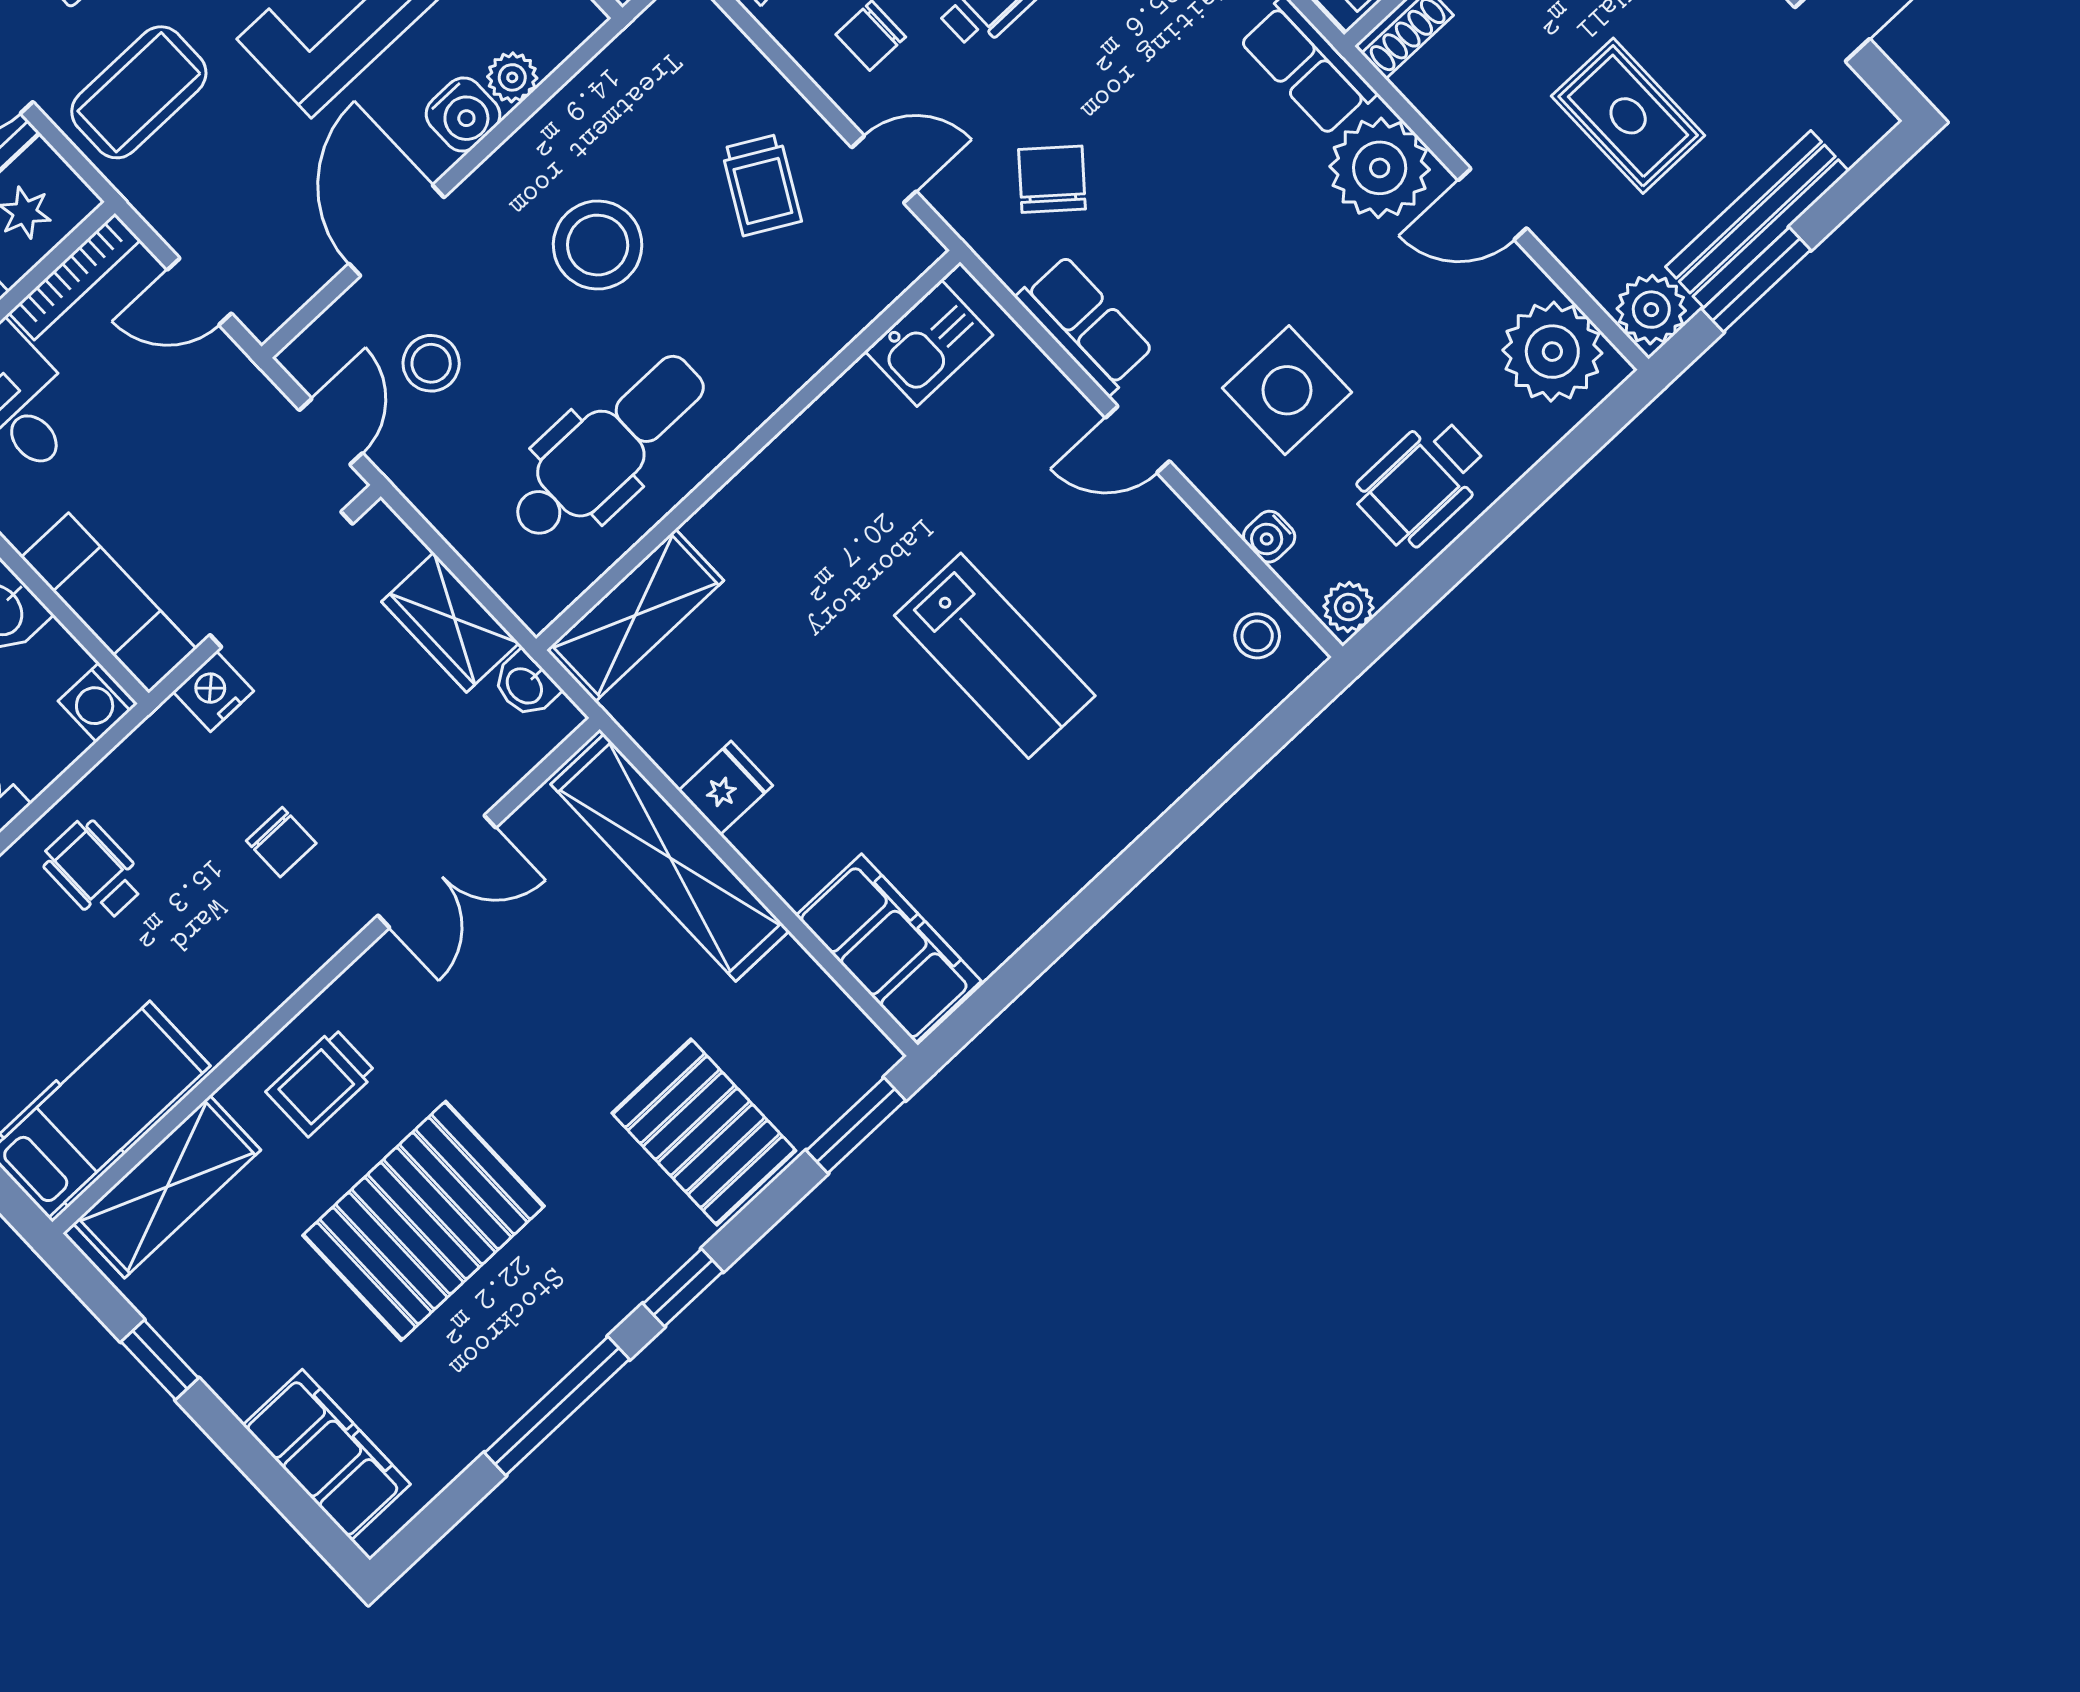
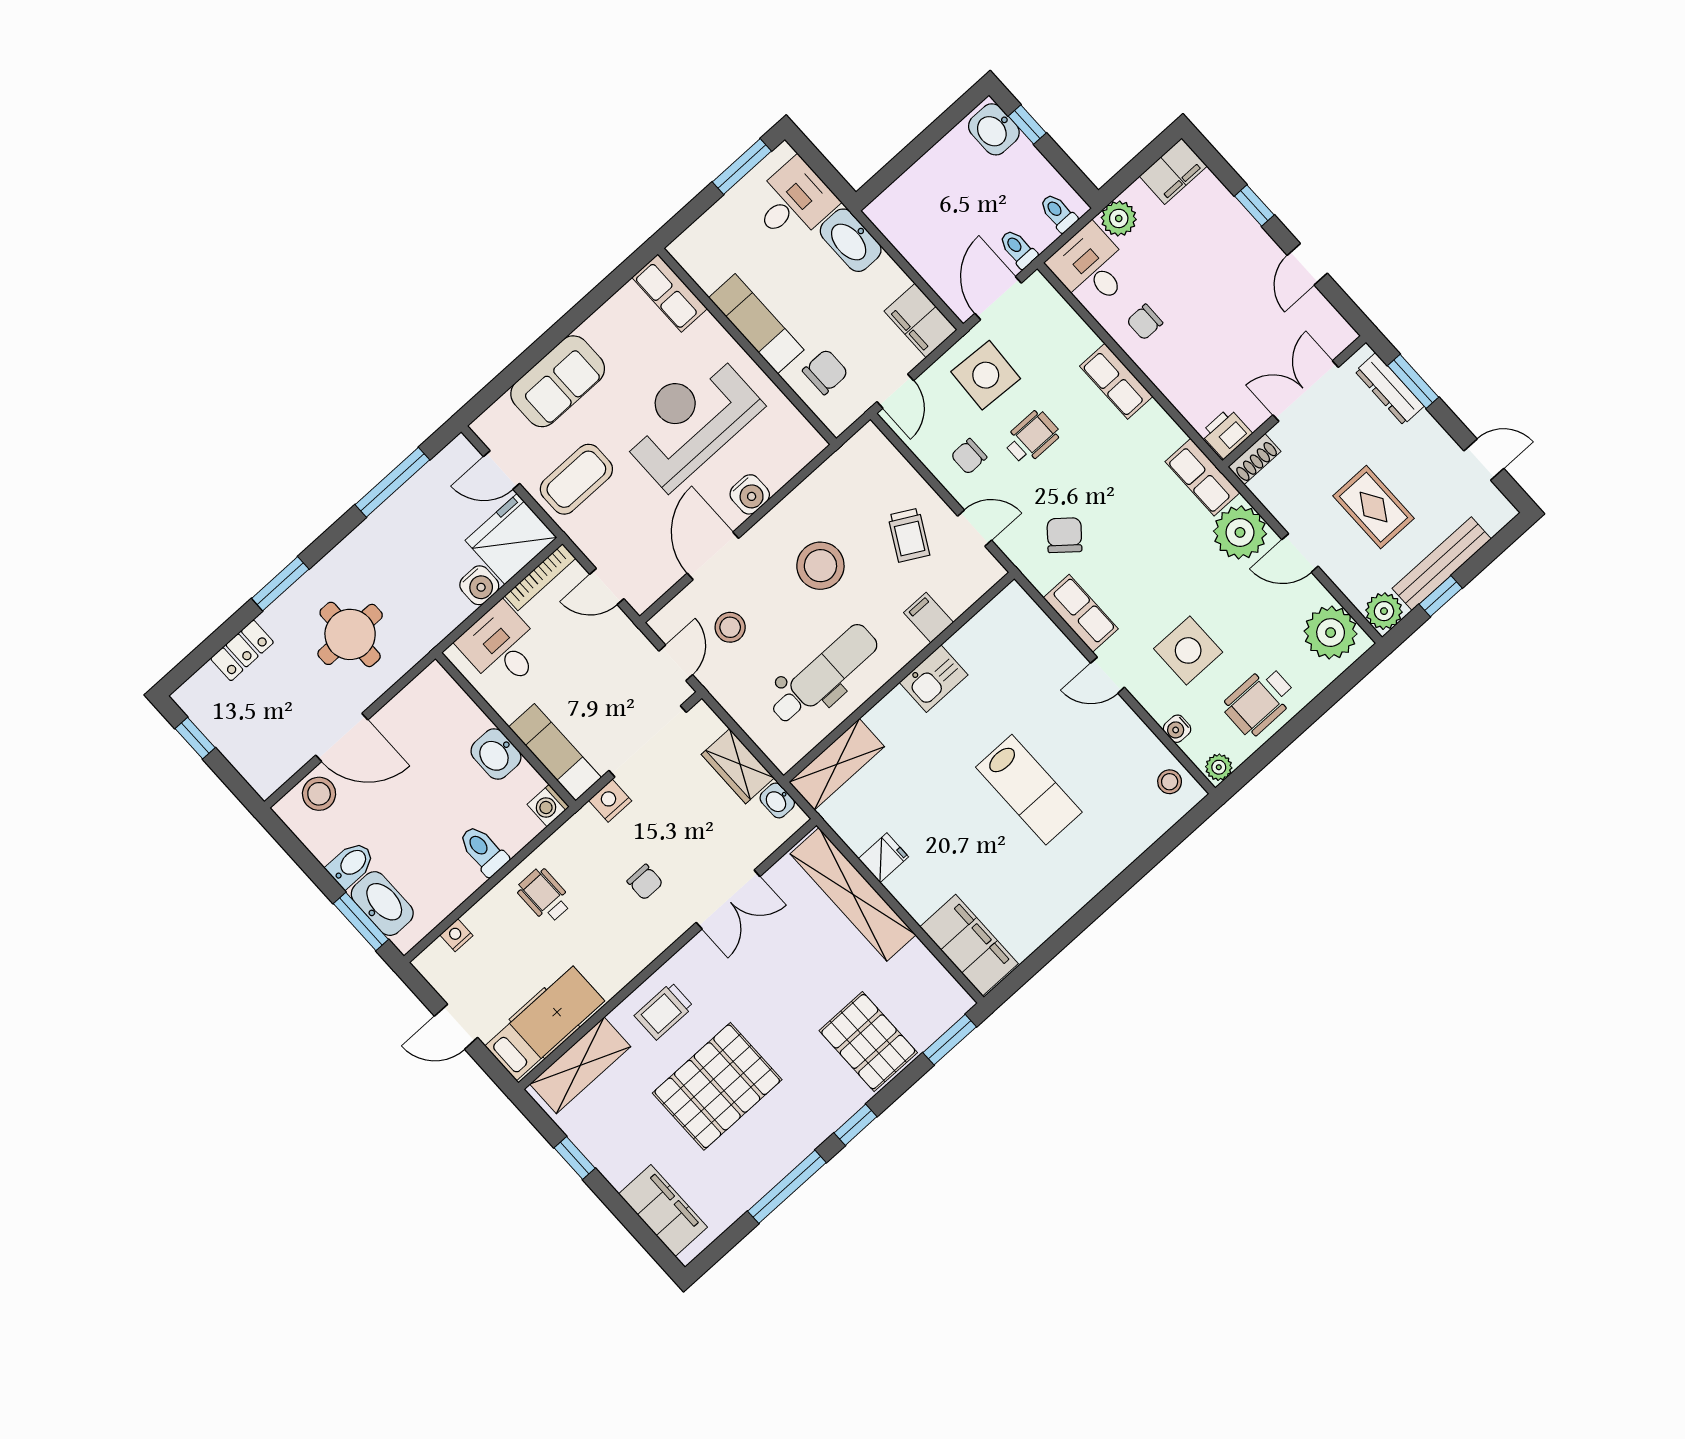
plant: (512, 77) -> (776, 475), removed
window: (1756, 280) -> (1441, 596), width x0.67
filing cabinet: (801, 338) -> (928, 618), added
kitchen sink: (929, 343) -> (934, 679), moved

